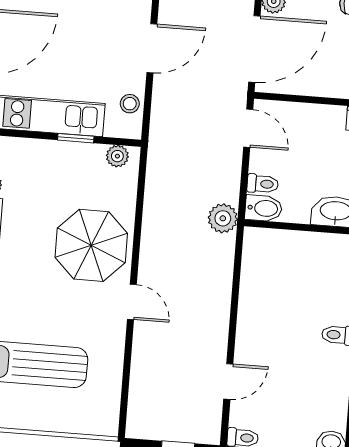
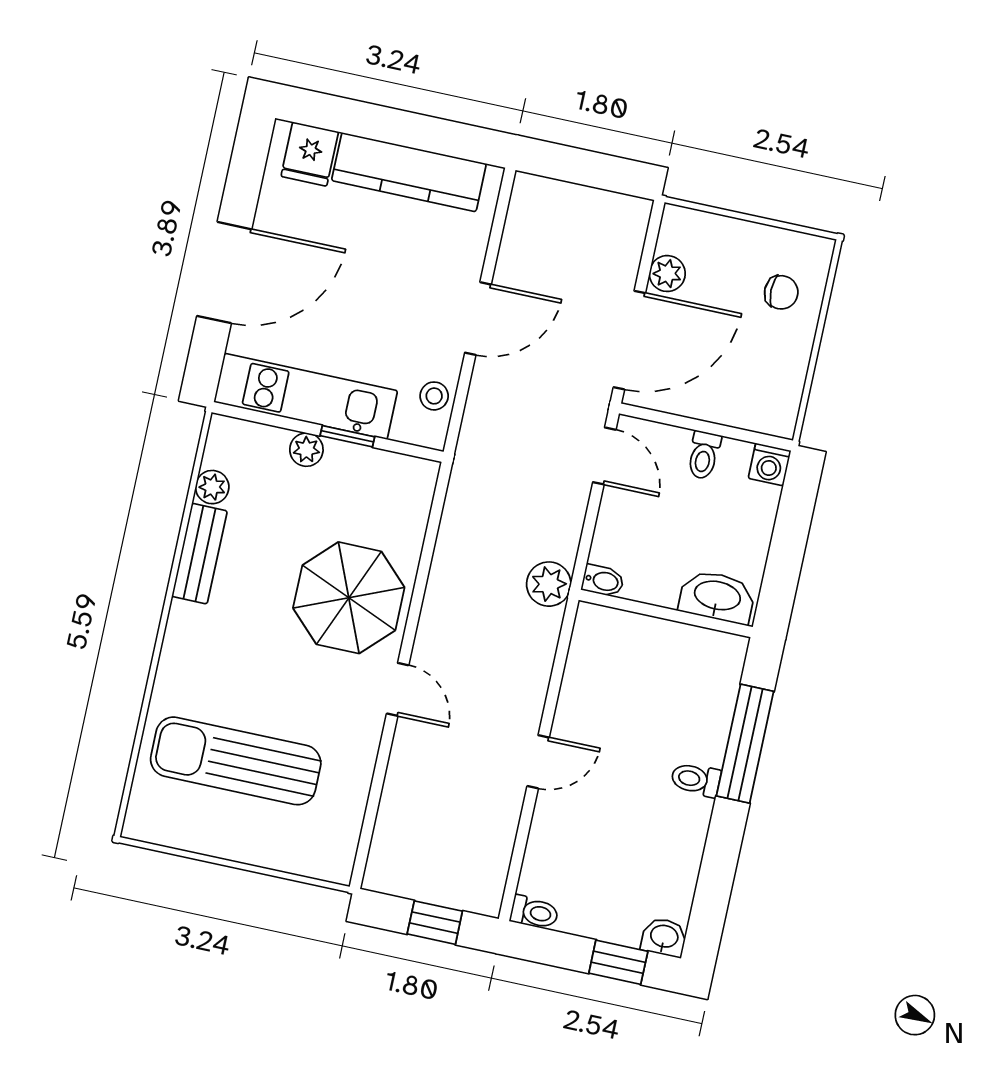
plant: (117, 156) -> (306, 450), moved
toilet: (263, 184) -> (704, 455), moved, turned 90
bidet: (264, 208) -> (603, 581), width x0.72, depth x0.74
door: (228, 382) -> (538, 762), moved

